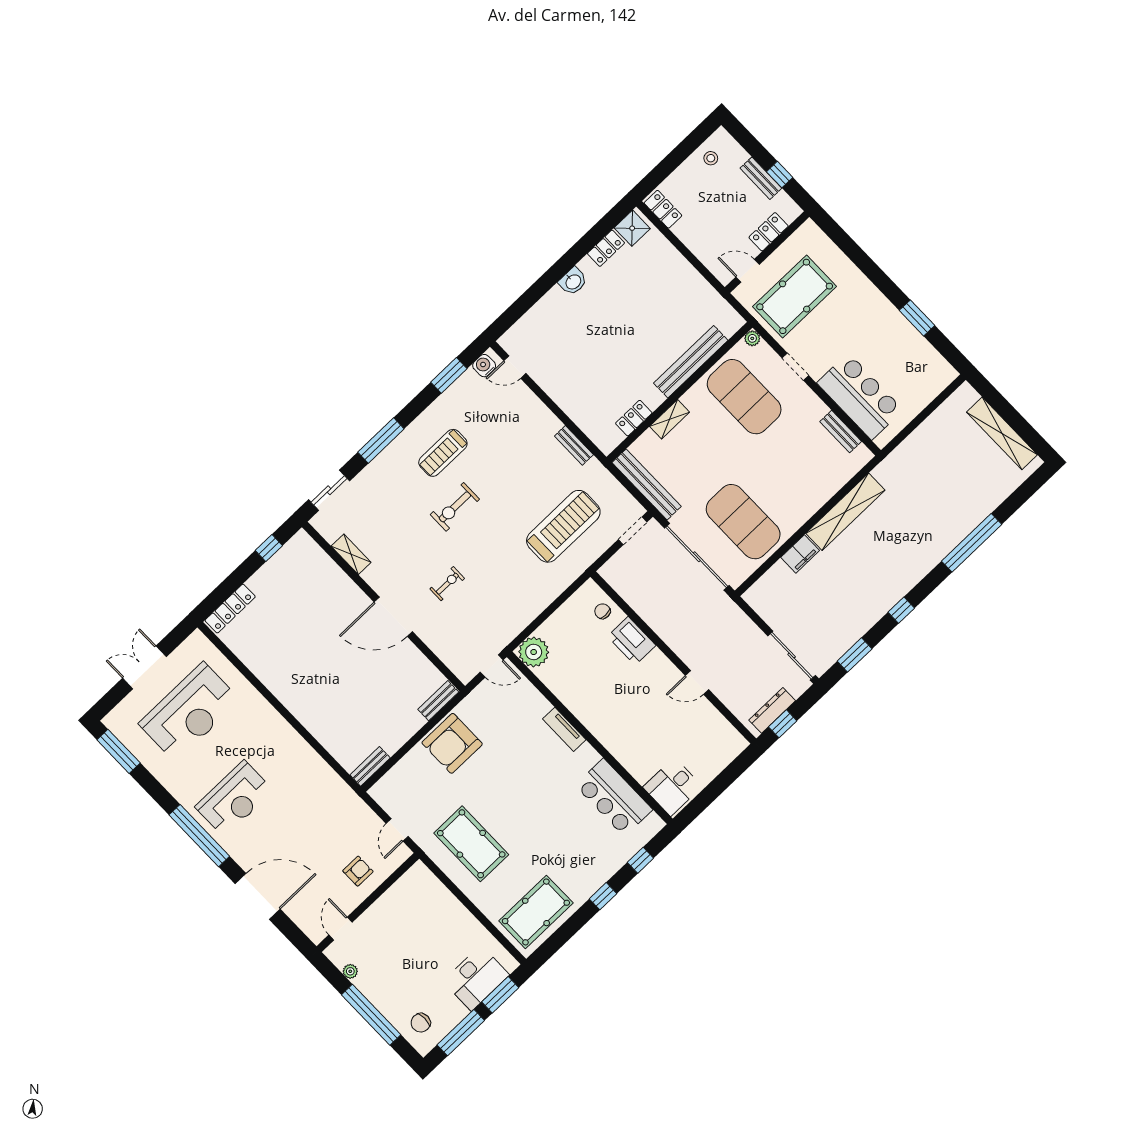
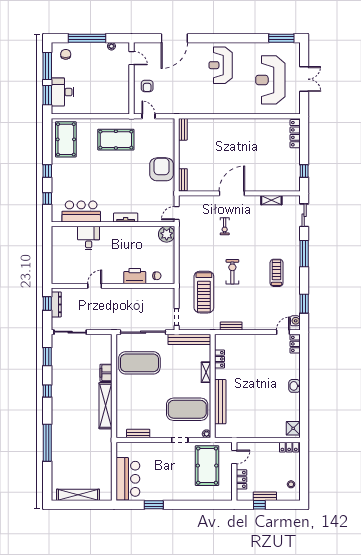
locker: (606, 248) -> (295, 344), moved
bar counter: (860, 396) -> (128, 479), moved, turned -90
exercise bike: (455, 507) -> (232, 272), moved
desk: (672, 787) -> (89, 238), moved
window: (199, 836) -> (219, 38), removed

